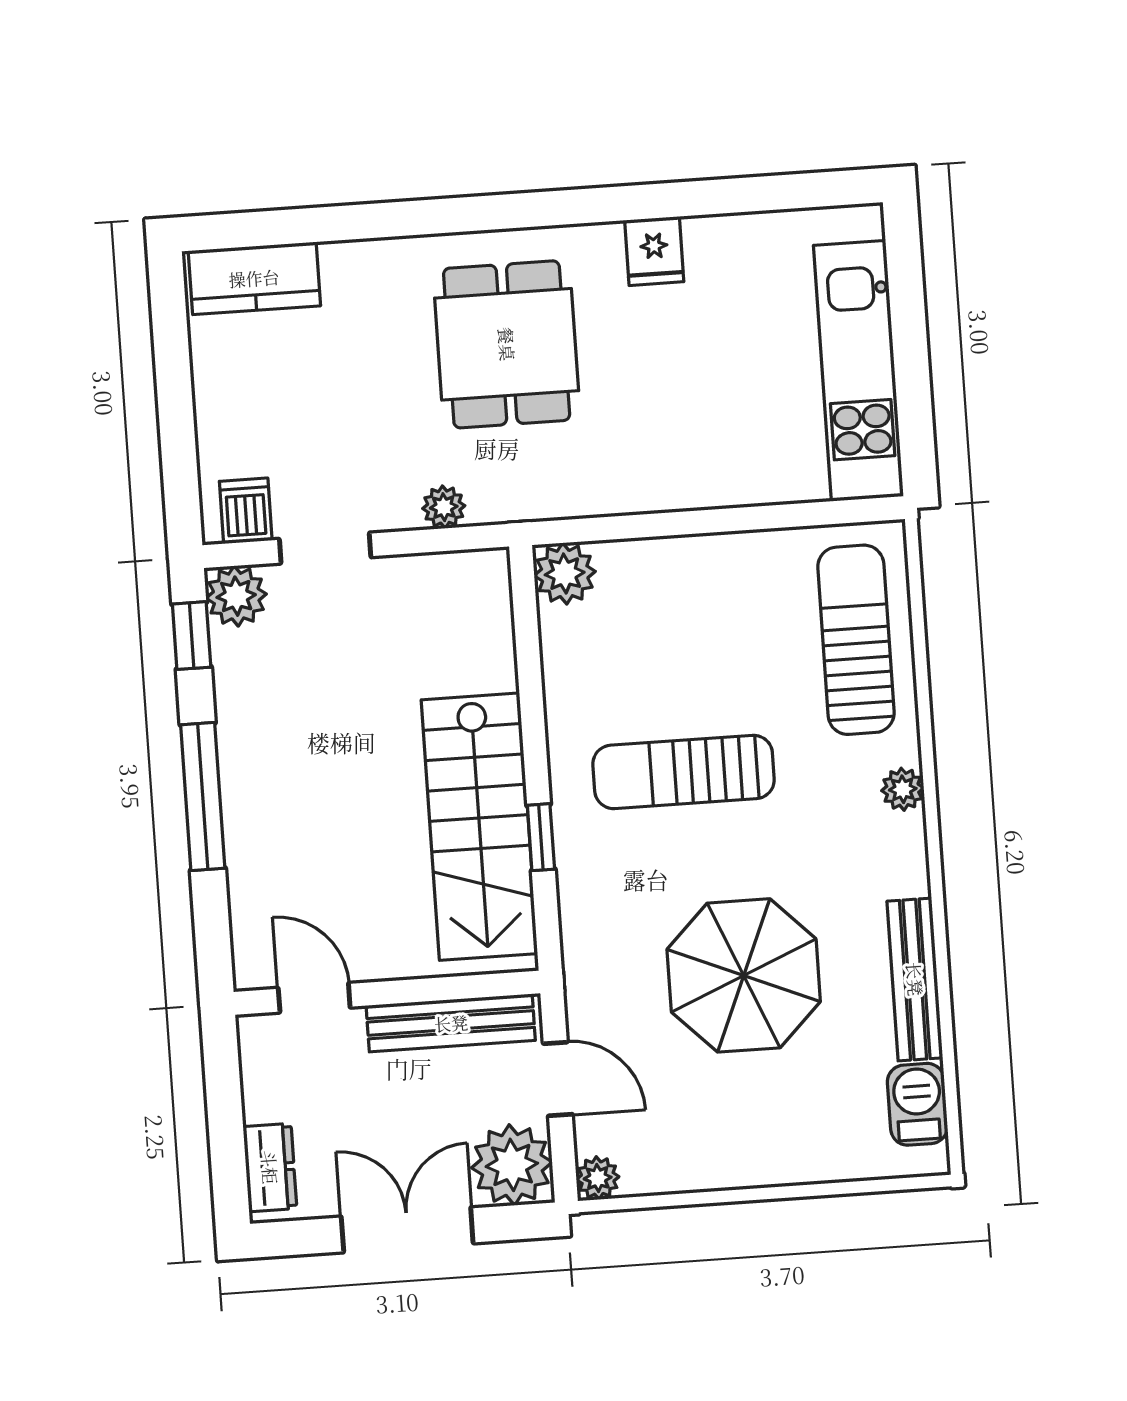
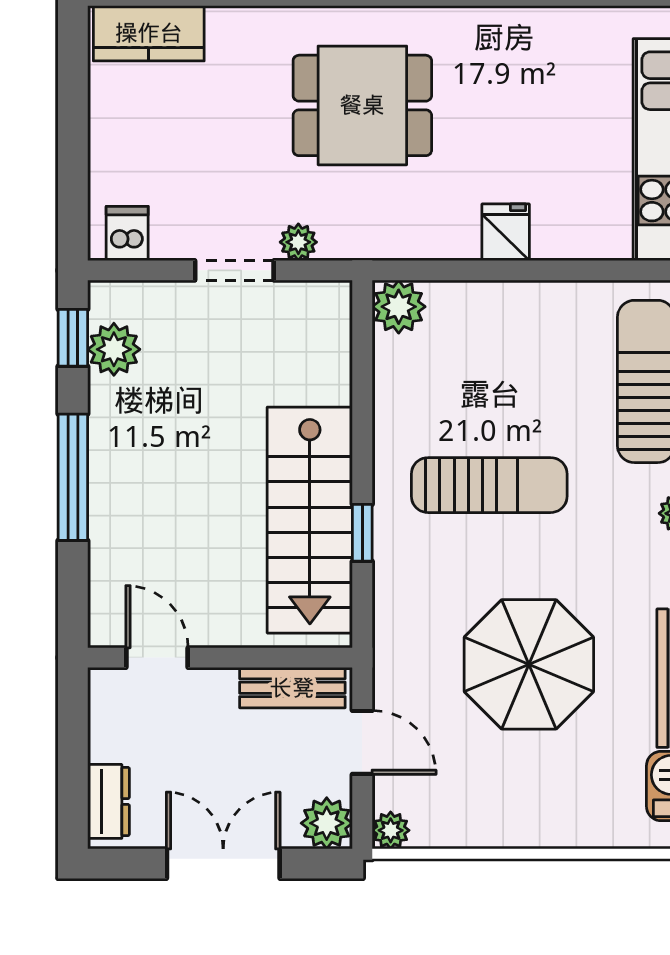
fridge: (654, 251) -> (506, 232), moved, turned 180
dining table: (507, 344) -> (362, 105), turned 90
doorway: (325, 548) -> (234, 270), moved
plant: (236, 596) -> (114, 349), moved
sun lounger: (684, 772) -> (489, 485), turned 180
bench: (451, 1023) -> (292, 688), width x0.73
plant: (512, 1165) -> (327, 823), width x0.73, depth x0.73

